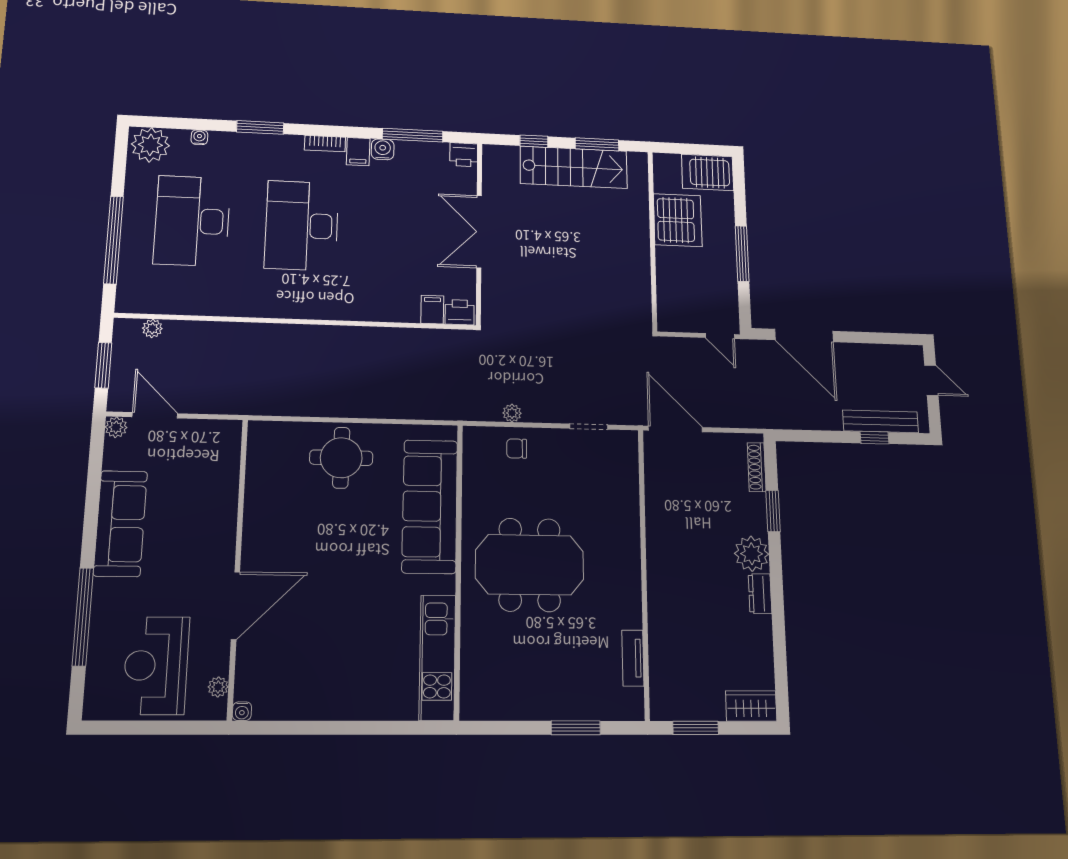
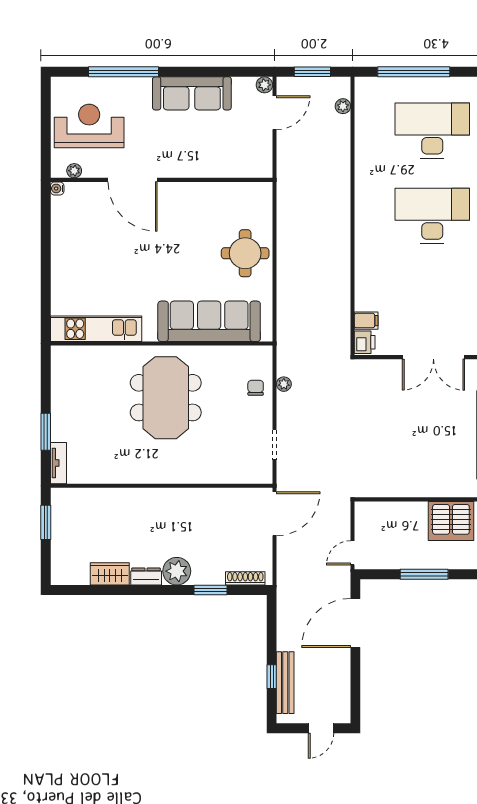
double door: (479, 232) -> (433, 357), swing flipped
tv unit: (633, 658) -> (59, 463), moved, turned 90
wardrobe: (751, 706) -> (110, 574), moved, turned -90

